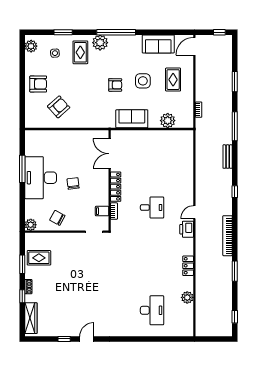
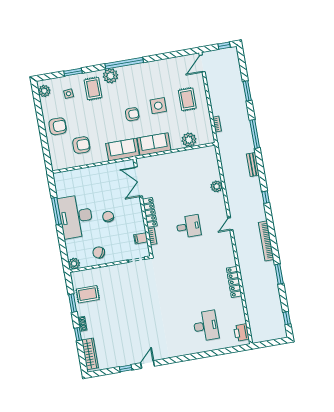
sofa: (158, 44) -> (123, 150), moved, turned 180
armchair: (59, 107) -> (81, 145), turned 42
printer: (187, 229) -> (241, 332), moved
locker: (188, 266) -> (234, 282), width x1.53
plant: (187, 297) -> (217, 186), moved

